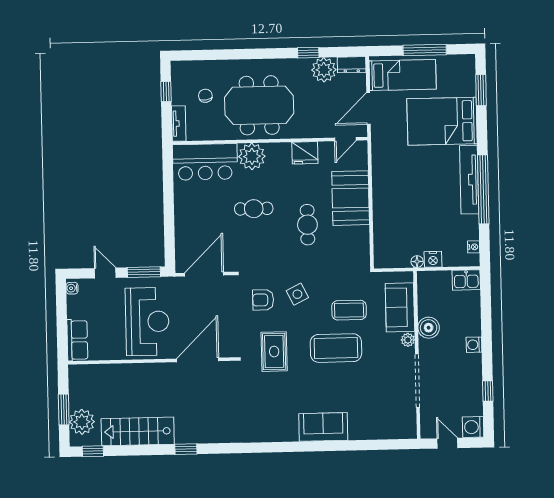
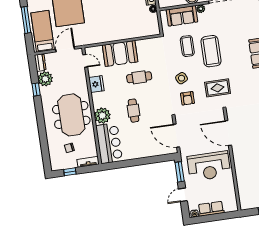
door: (368, 108) -> (65, 49), swing flipped
reception desk: (147, 322) -> (209, 166), turned 180
row of seats: (77, 340) -> (211, 209), moved

